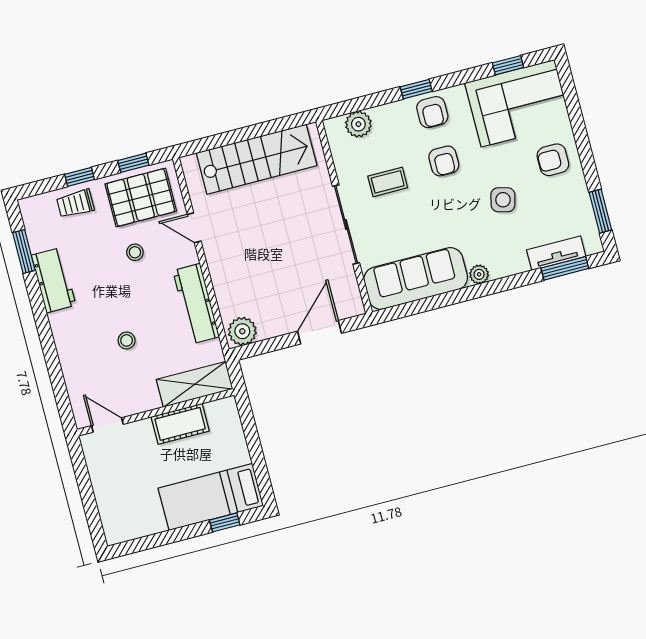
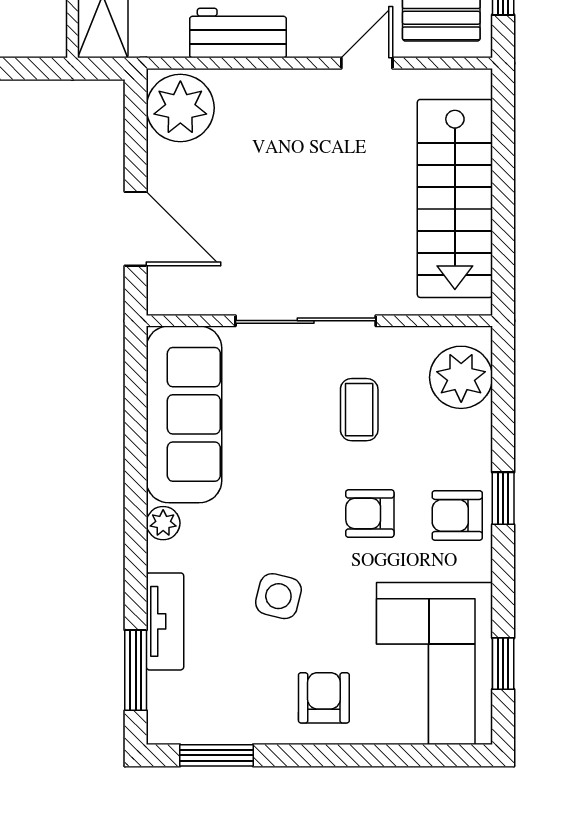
plant: (358, 124) -> (461, 377), width x1.36, depth x1.36
tv unit: (556, 253) -> (165, 621), moved
workbench: (196, 304) -> (238, 33), width x0.73
plant: (242, 331) -> (180, 108), width x1.36, depth x1.36

